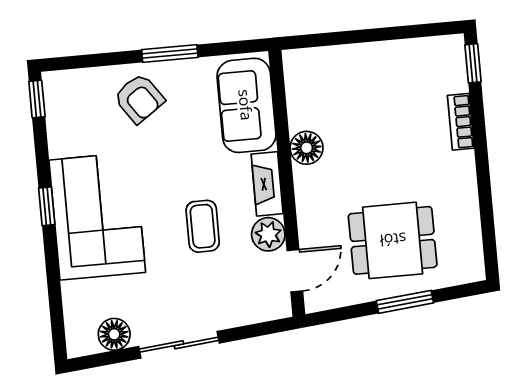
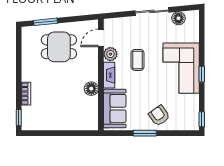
window: (405, 302) -> (45, 22), moved

